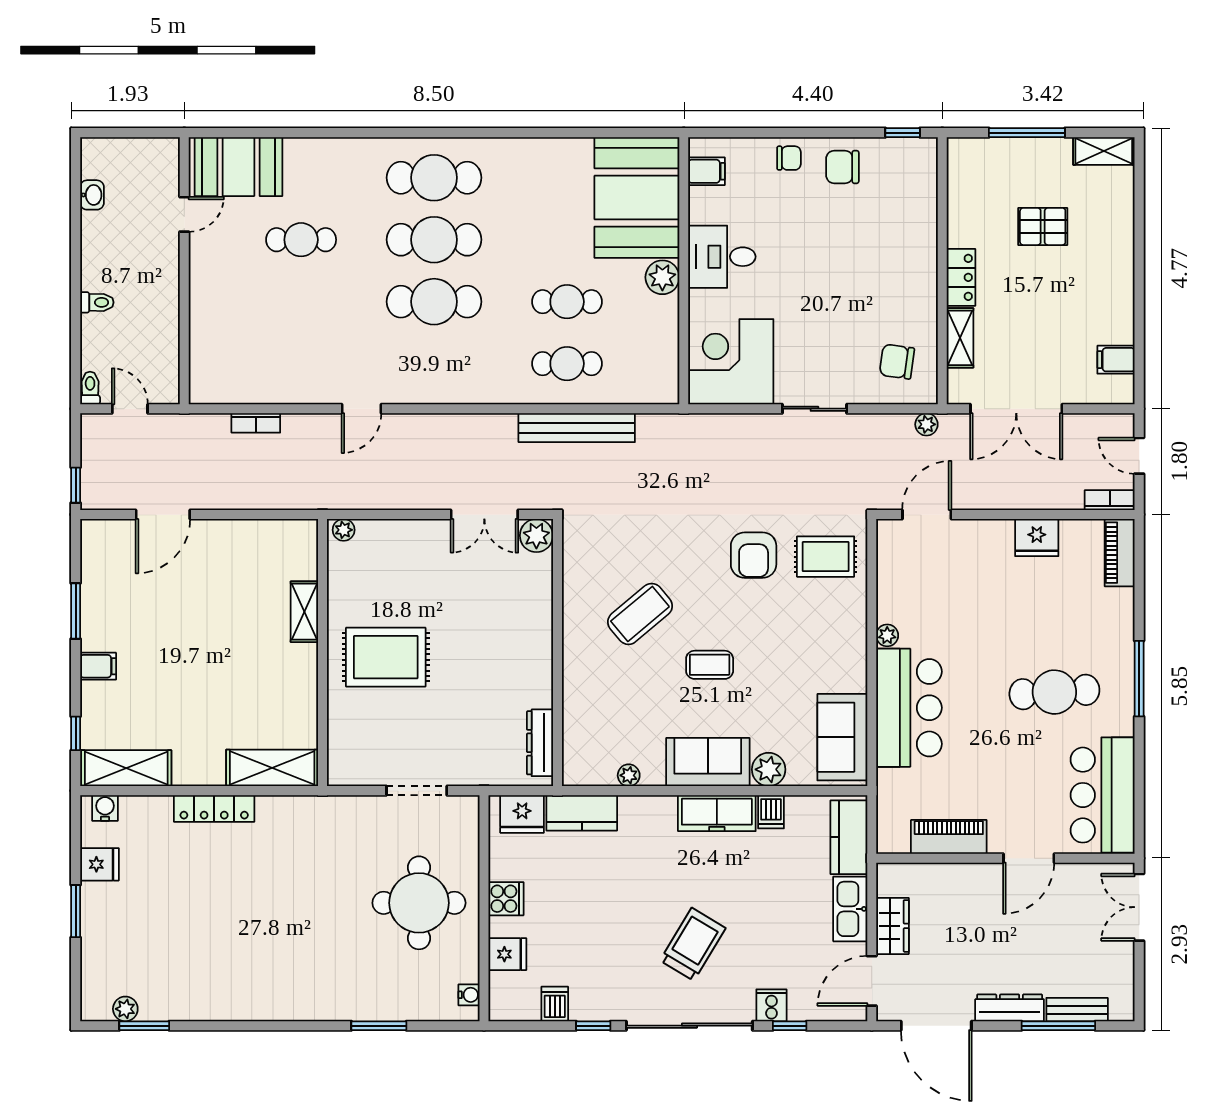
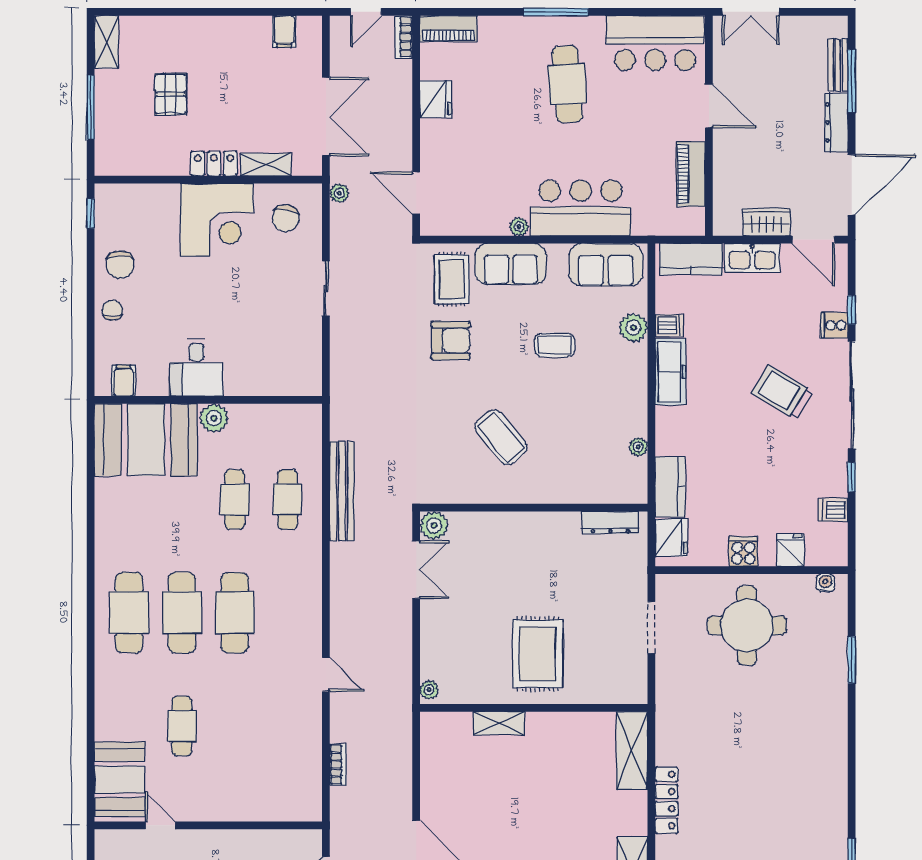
corner desk: (731, 362) -> (217, 220), moved, turned -90
coffee table: (710, 665) -> (555, 345), moved, turned 90
sofa: (708, 762) -> (511, 264), moved, turned -90

